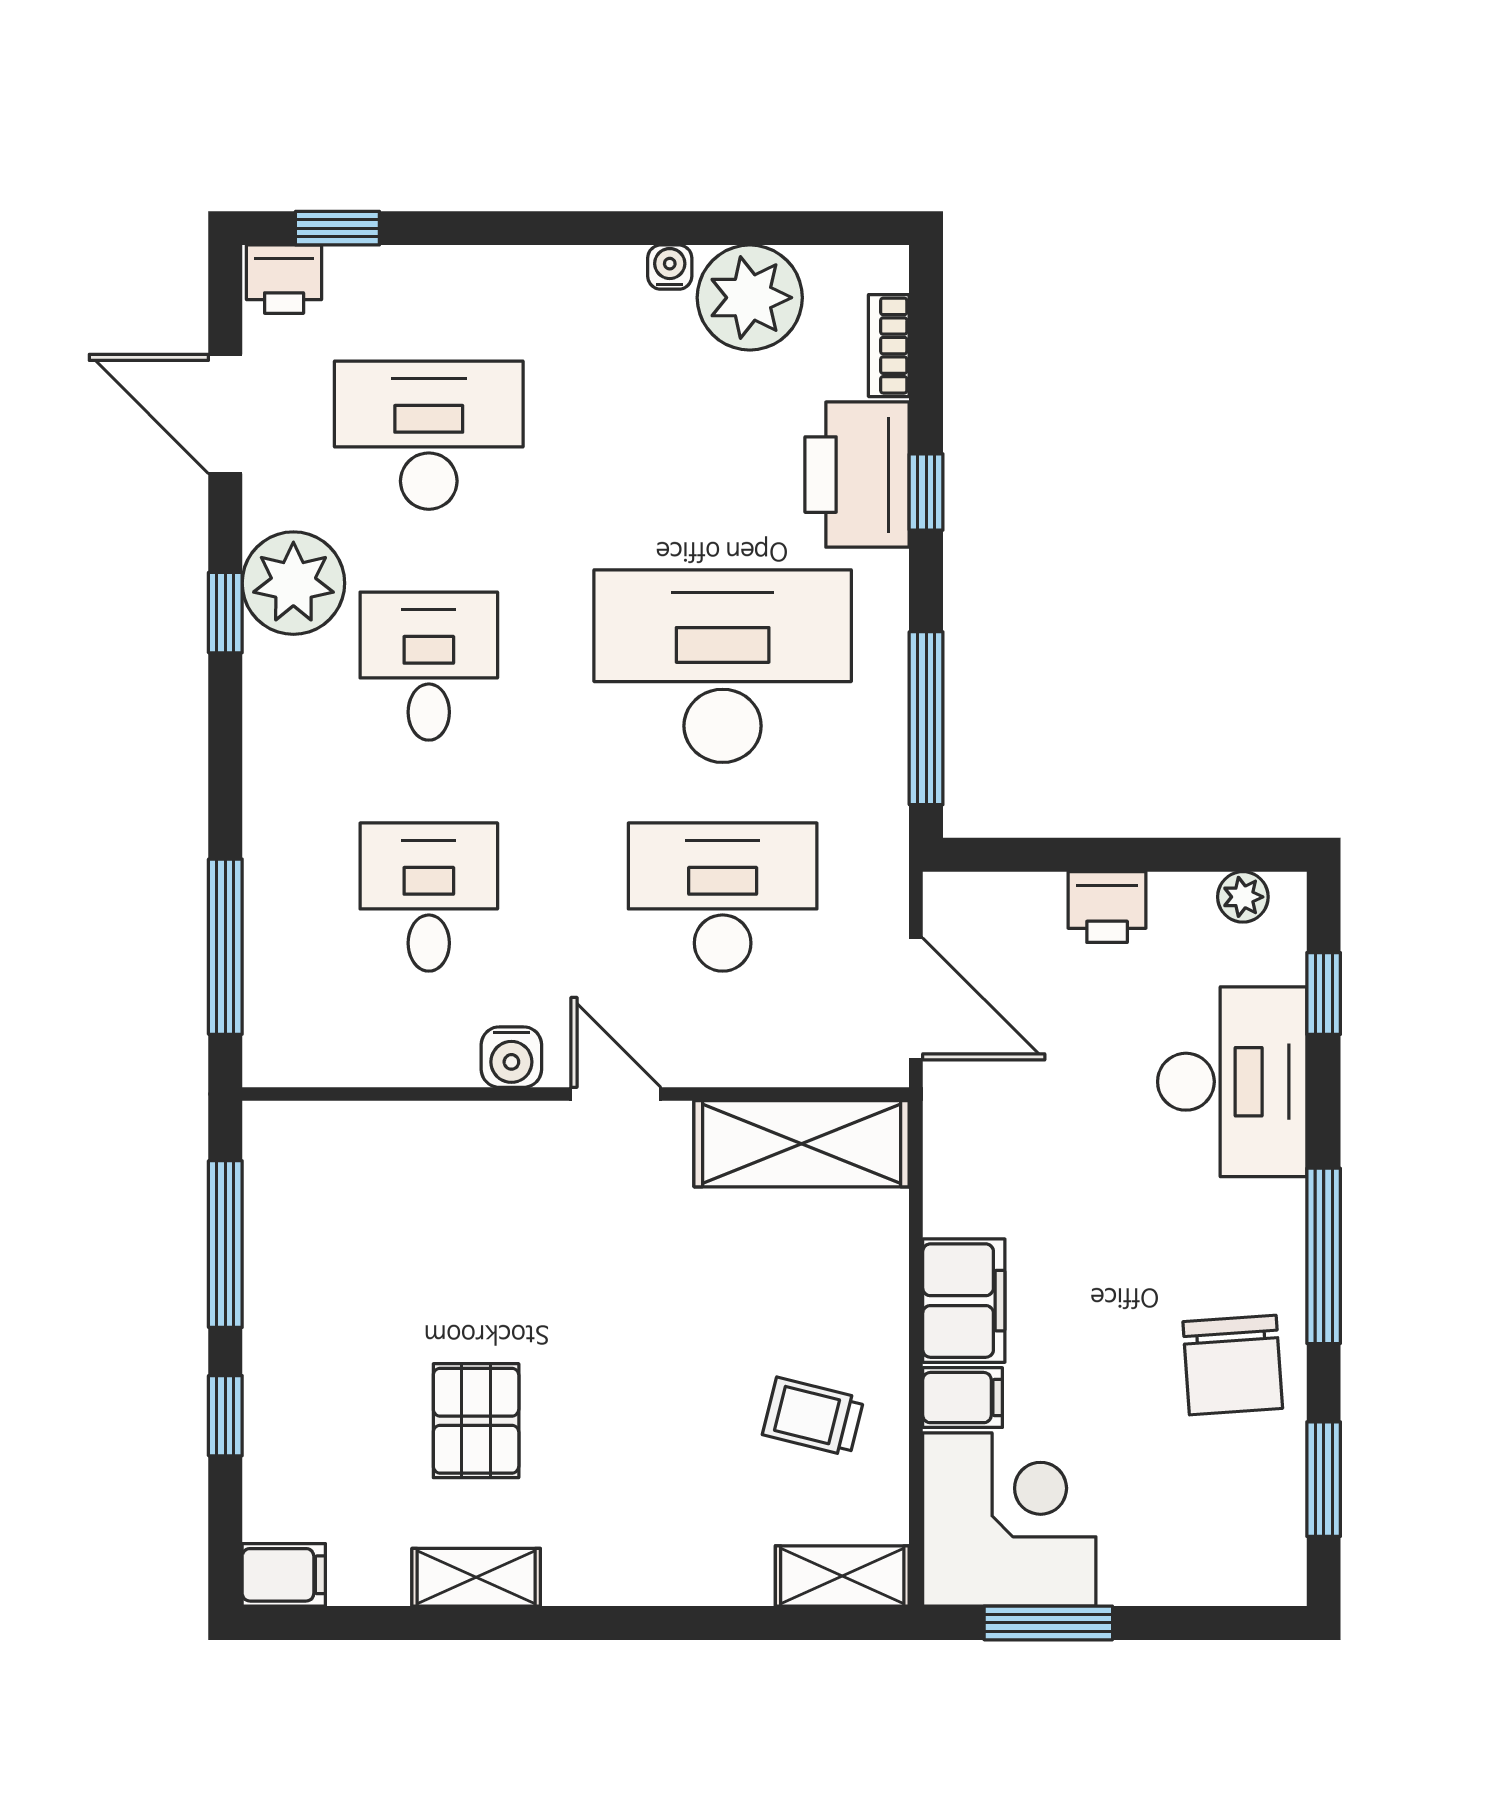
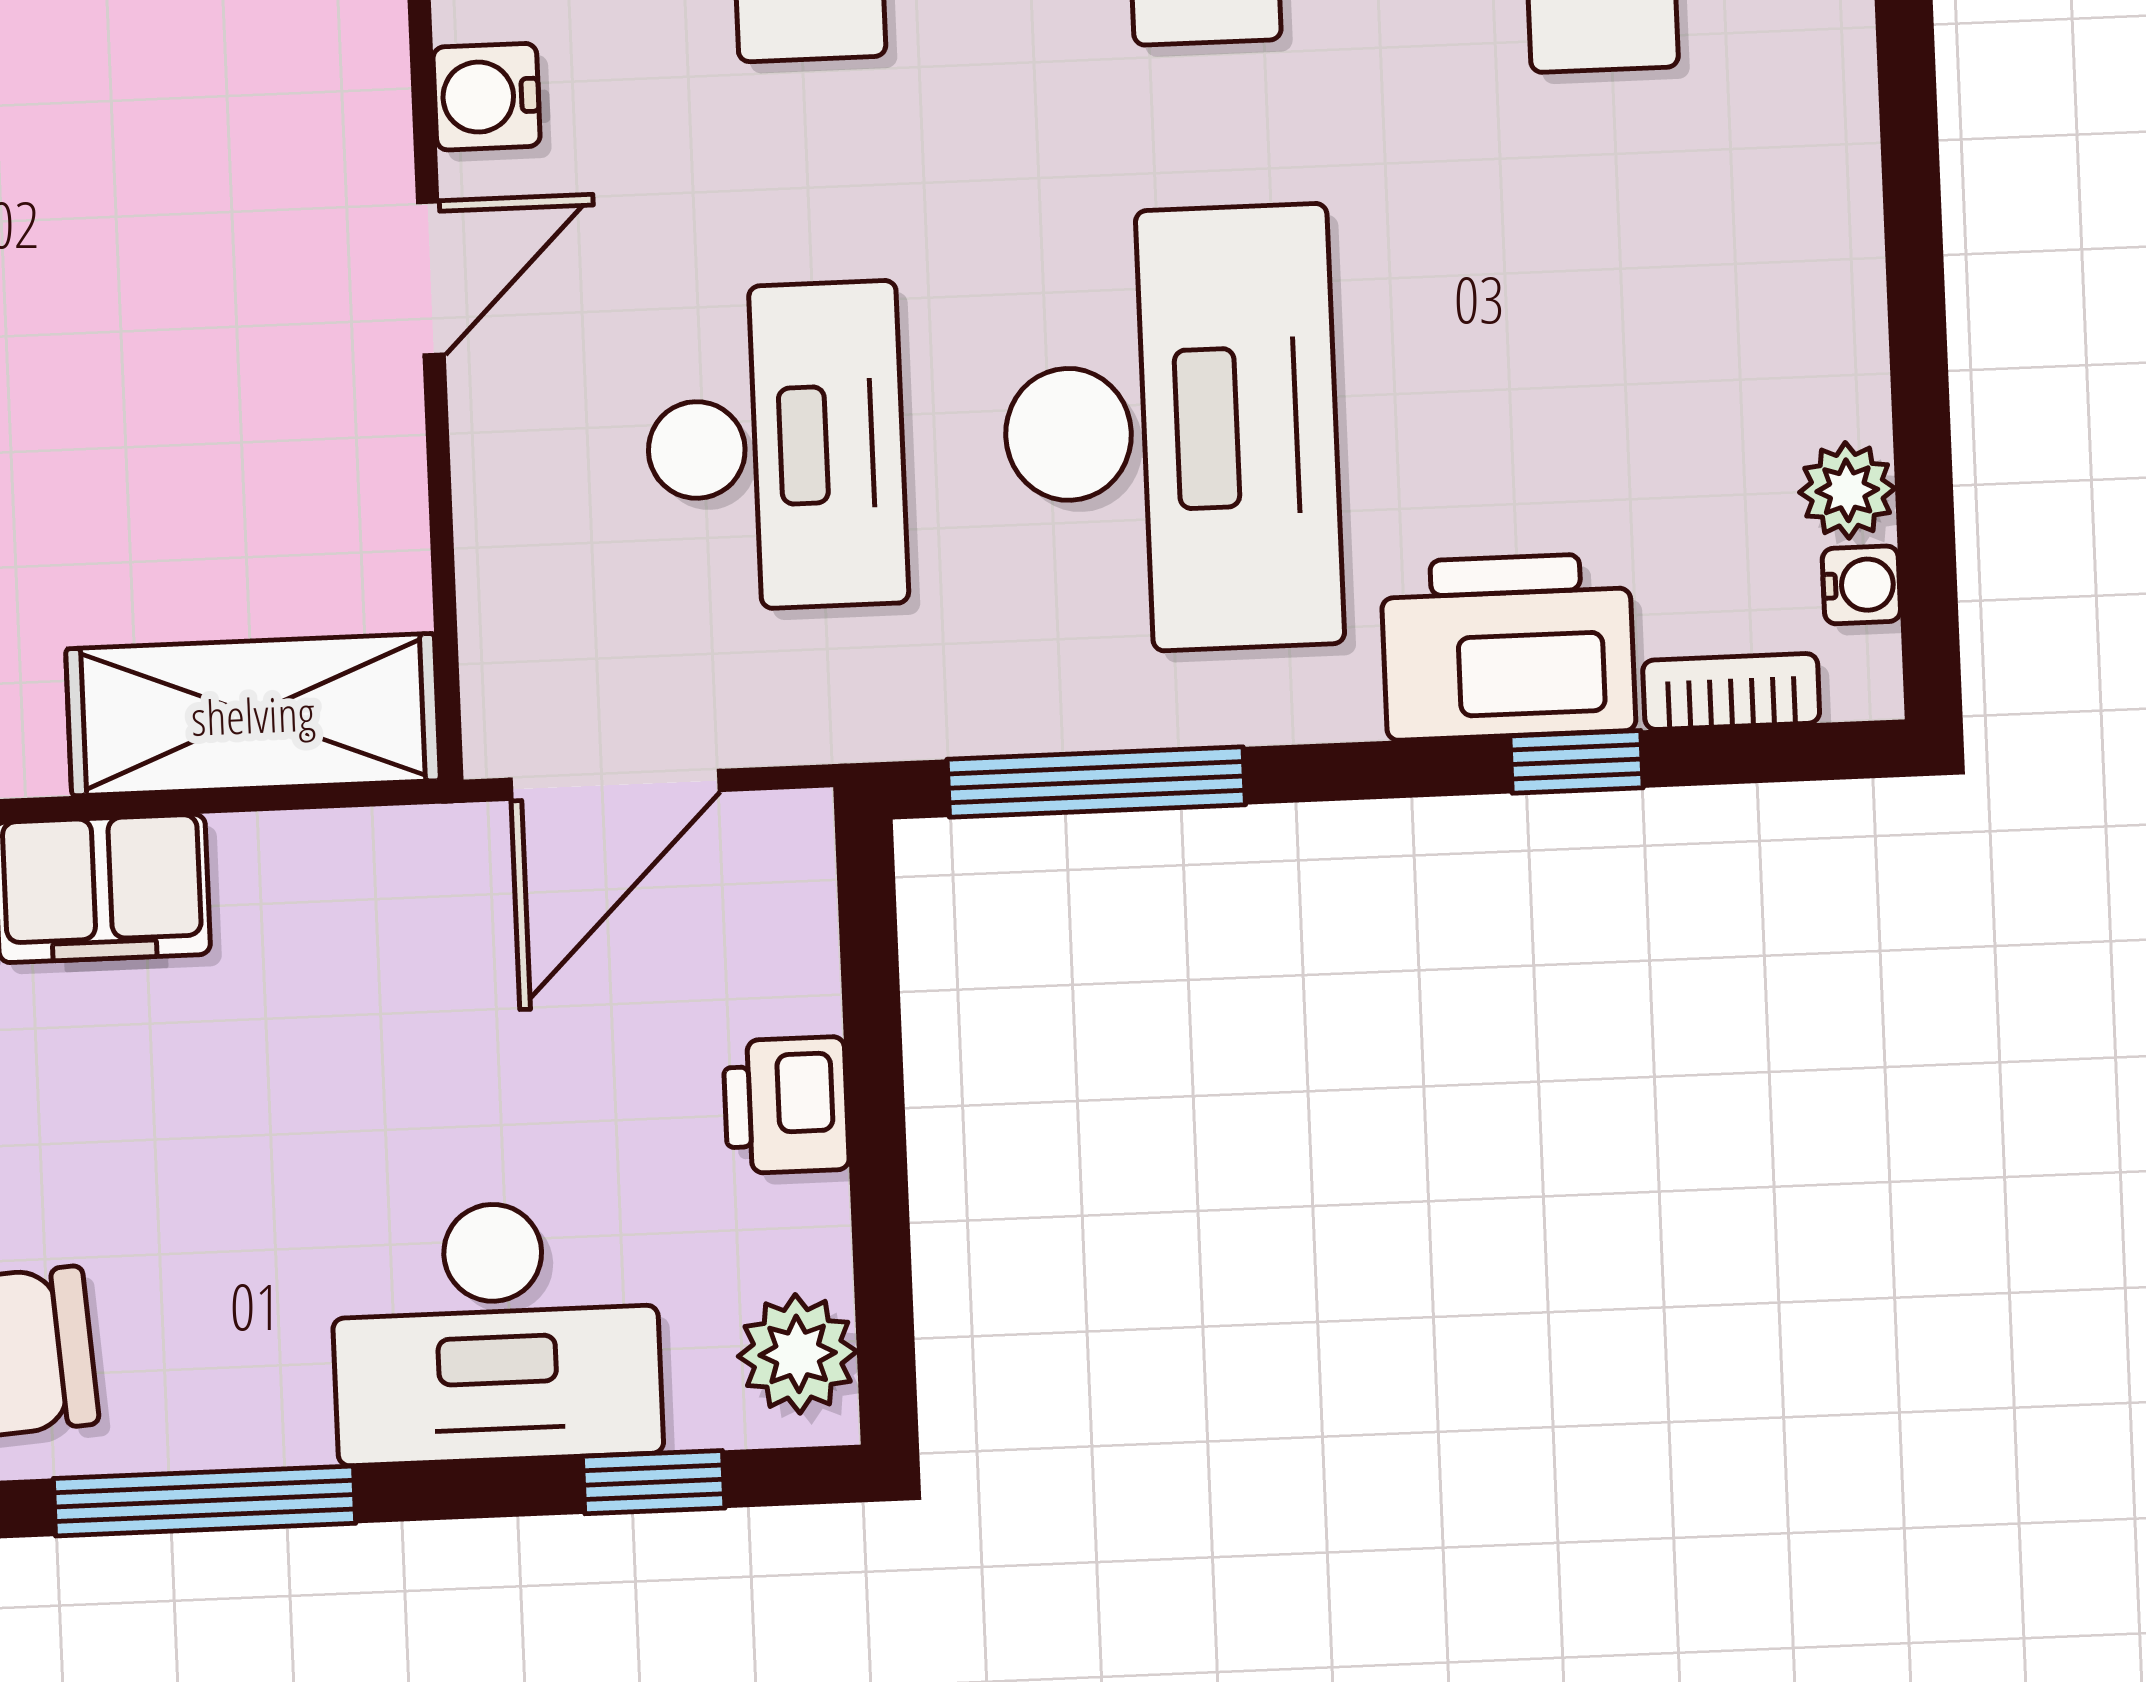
water cooler: (670, 267) -> (1861, 585), moved
plant: (750, 298) -> (1847, 490), width x0.53, depth x0.53
window: (926, 492) -> (1576, 762), moved
plant: (1243, 897) -> (798, 1354), width x1.38, depth x1.38
shelving: (802, 1144) -> (253, 715), moved, turned 90

